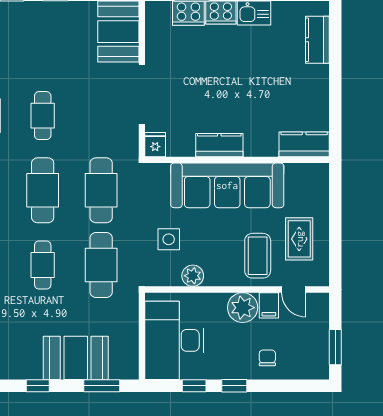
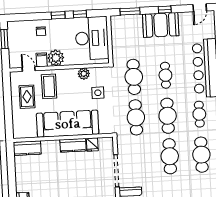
cafe table: (43, 116) -> (170, 156), width x1.37, depth x1.35
fridge: (155, 145) -> (92, 145), moved
booth: (76, 358) -> (161, 25), moved

